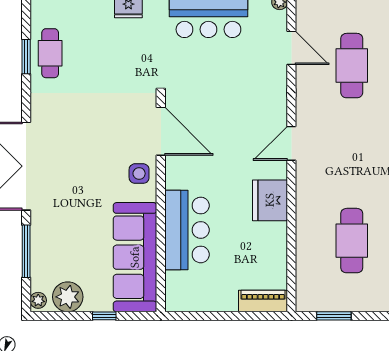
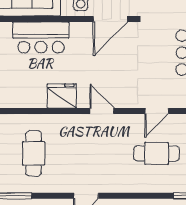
door: (291, 48) -> (157, 111), moved
cafe table: (352, 241) -> (33, 153), turned 90

